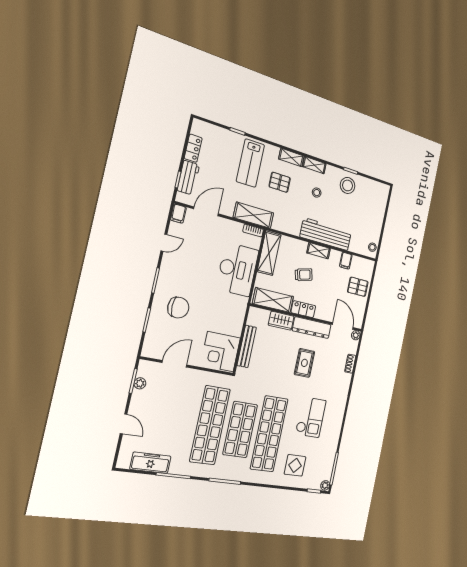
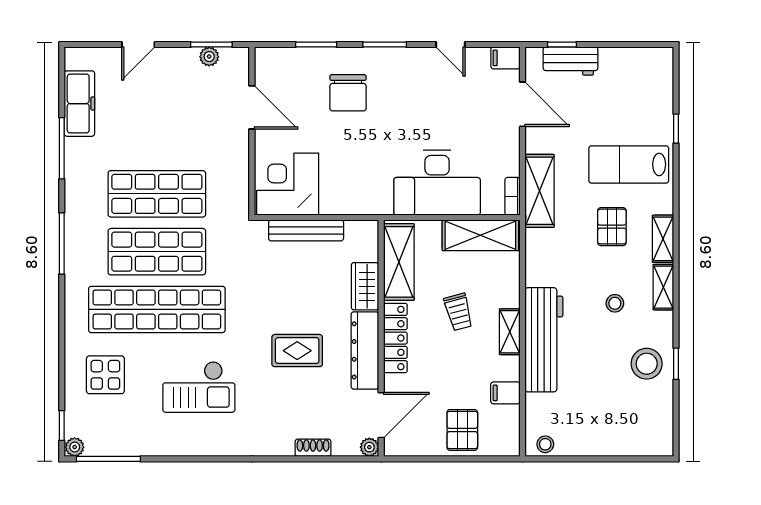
locker: (193, 148) -> (622, 58), removed
locker: (303, 309) -> (395, 338), width x1.53
shop shelf: (210, 425) -> (157, 194), width x0.71

